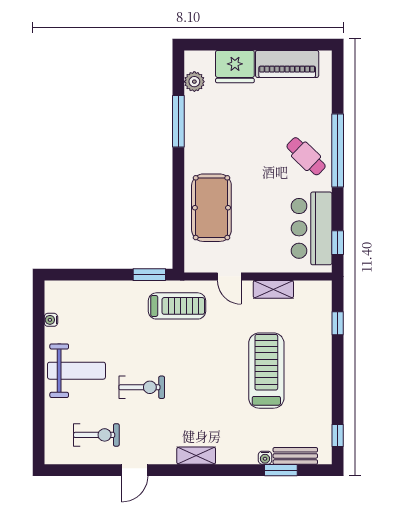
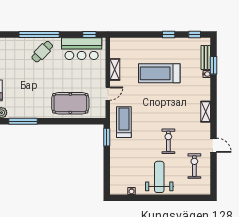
window: (338, 323) -> (169, 34), moved

